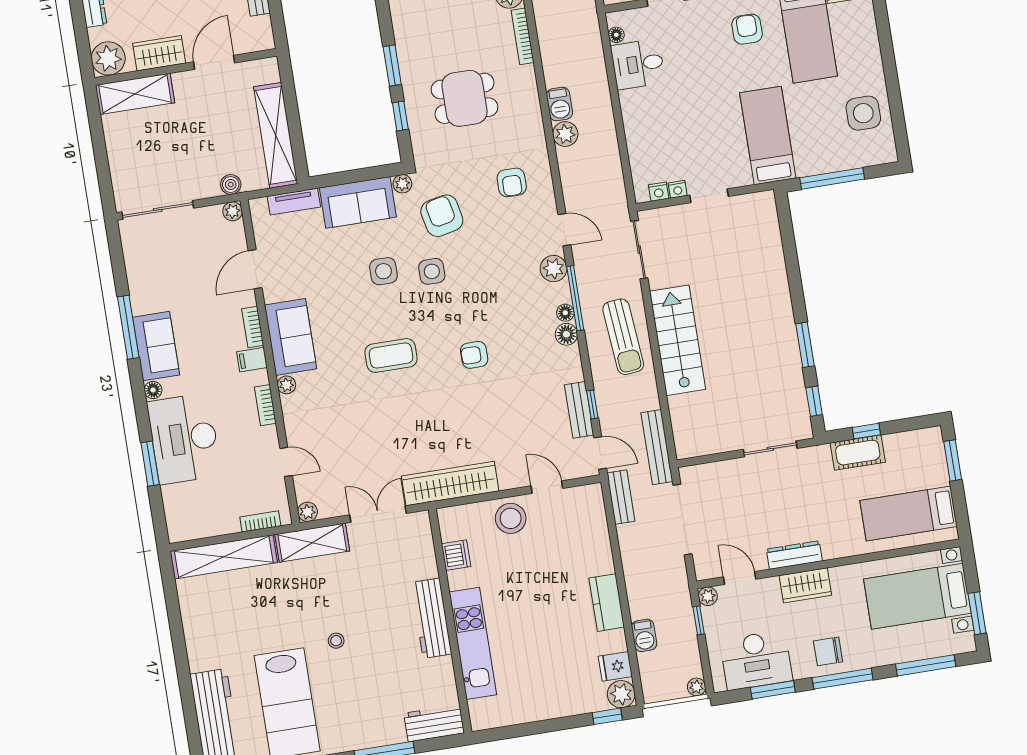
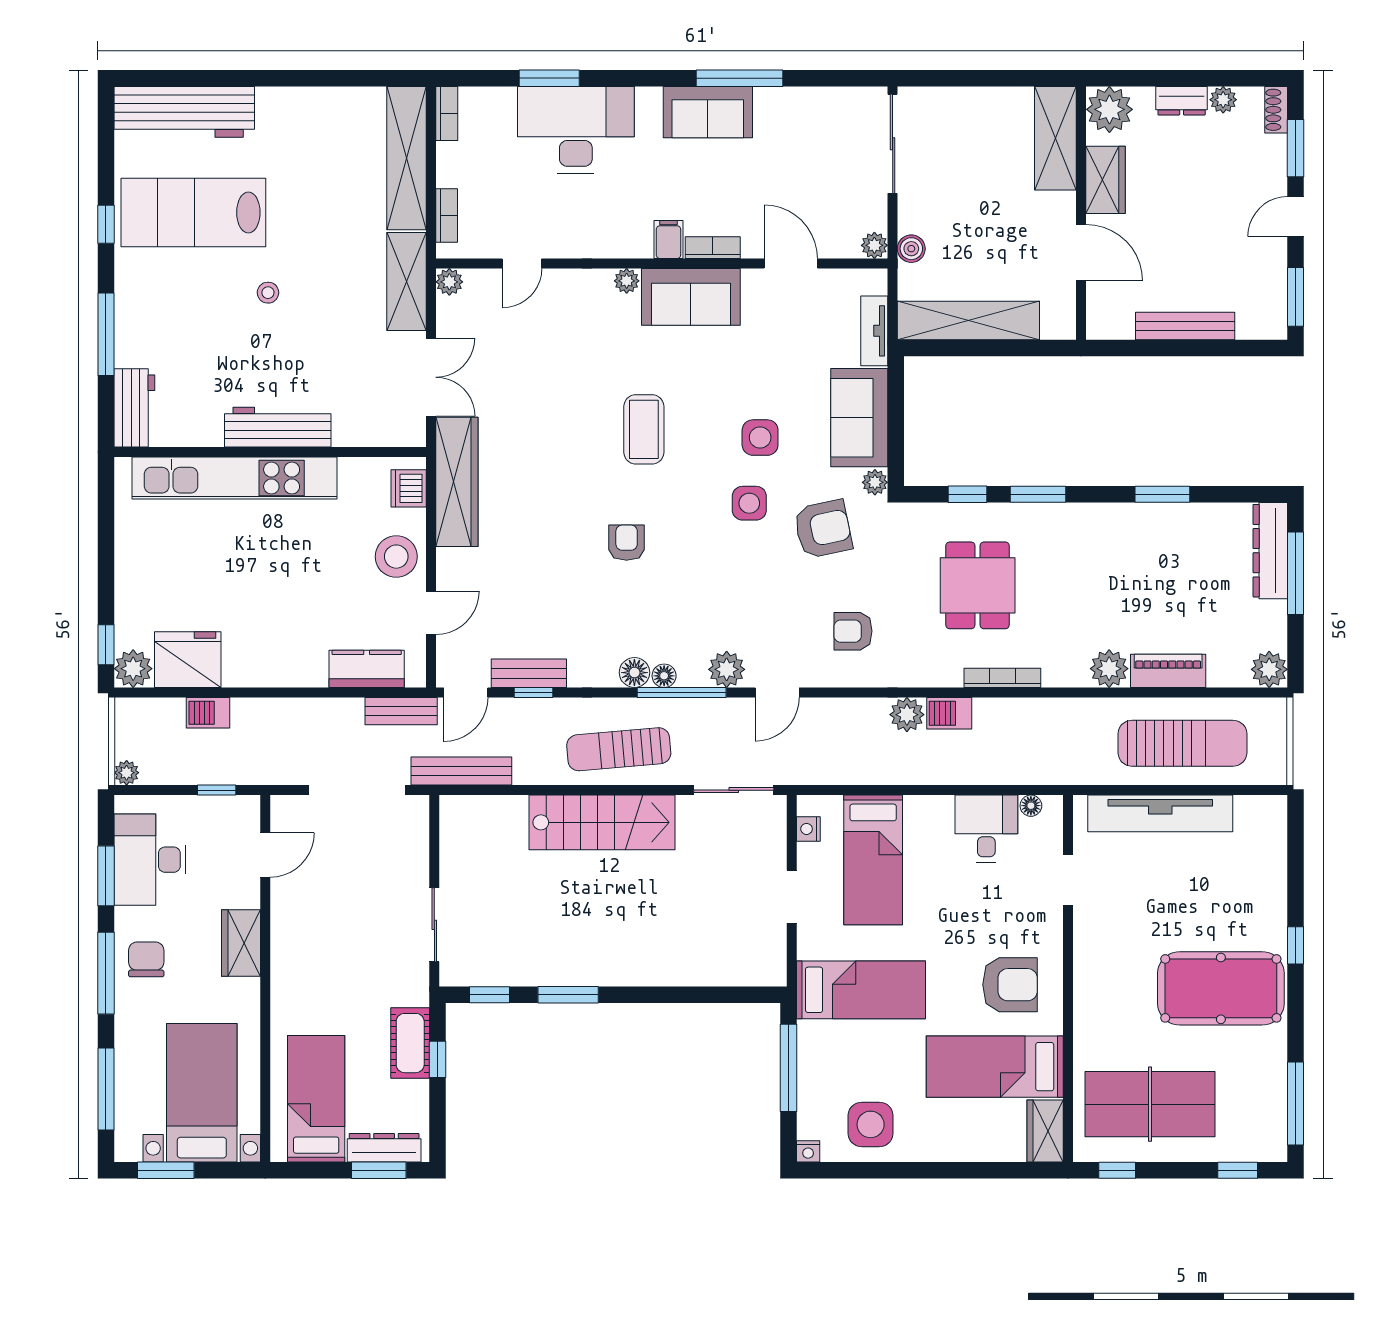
armchair: (747, 29) -> (1010, 985), width x1.38, depth x1.38
bookcase: (523, 36) -> (1002, 678), moved
bed: (673, 142) -> (873, 860), added
nightstand: (678, 189) -> (808, 1151), moved, turned -90
floor lamp: (153, 390) -> (649, 98), removed
bookcase: (265, 405) -> (447, 113), moved, turned 90
dishwasher: (456, 555) -> (409, 488), moved, turned 90
dresser: (794, 555) -> (384, 1148), moved, turned -90
plant: (708, 596) -> (247, 808), removed
kitchen counter: (607, 603) -> (367, 669), moved
kitchen unit: (473, 643) -> (234, 478), width x1.36
fridge: (615, 666) -> (188, 660), width x1.88, depth x1.34

